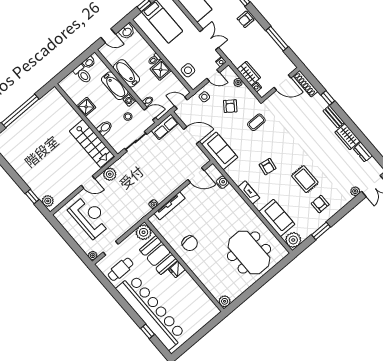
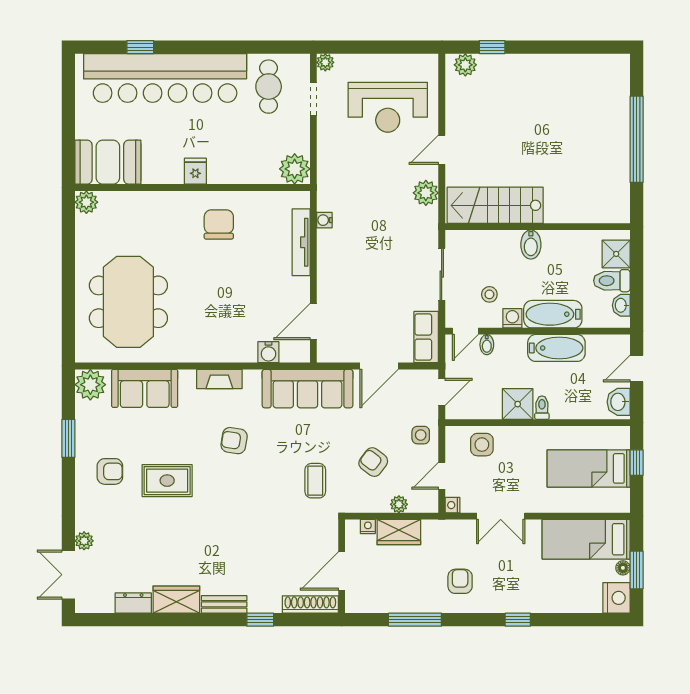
armchair: (246, 19) -> (460, 581), moved
shower: (86, 107) -> (616, 254), moved
bidet: (105, 128) -> (531, 245), moved
sofa: (220, 151) -> (307, 389), width x1.36
chair: (190, 243) -> (219, 224), turned 90
meeting table: (249, 253) -> (128, 302), turned 90
booth: (159, 255) -> (108, 162), moved

